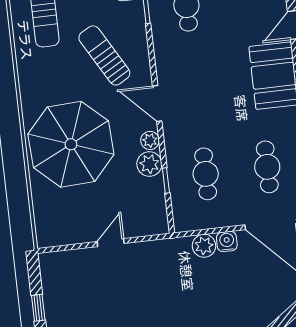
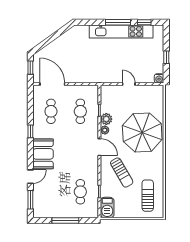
water cooler: (227, 241) -> (159, 78), moved
door: (111, 243) -> (129, 84), swing flipped
plant: (204, 246) -> (85, 78), removed

